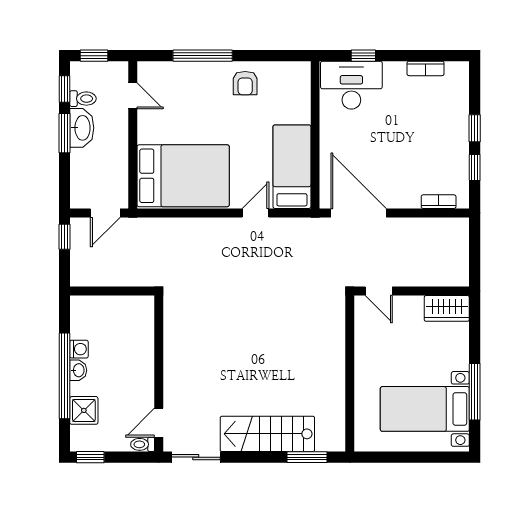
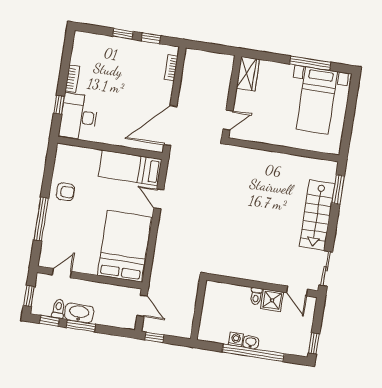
bookcase: (425, 68) -> (72, 79), moved
shower: (84, 410) -> (272, 300), moved
toilet: (143, 444) -> (256, 296), moved

